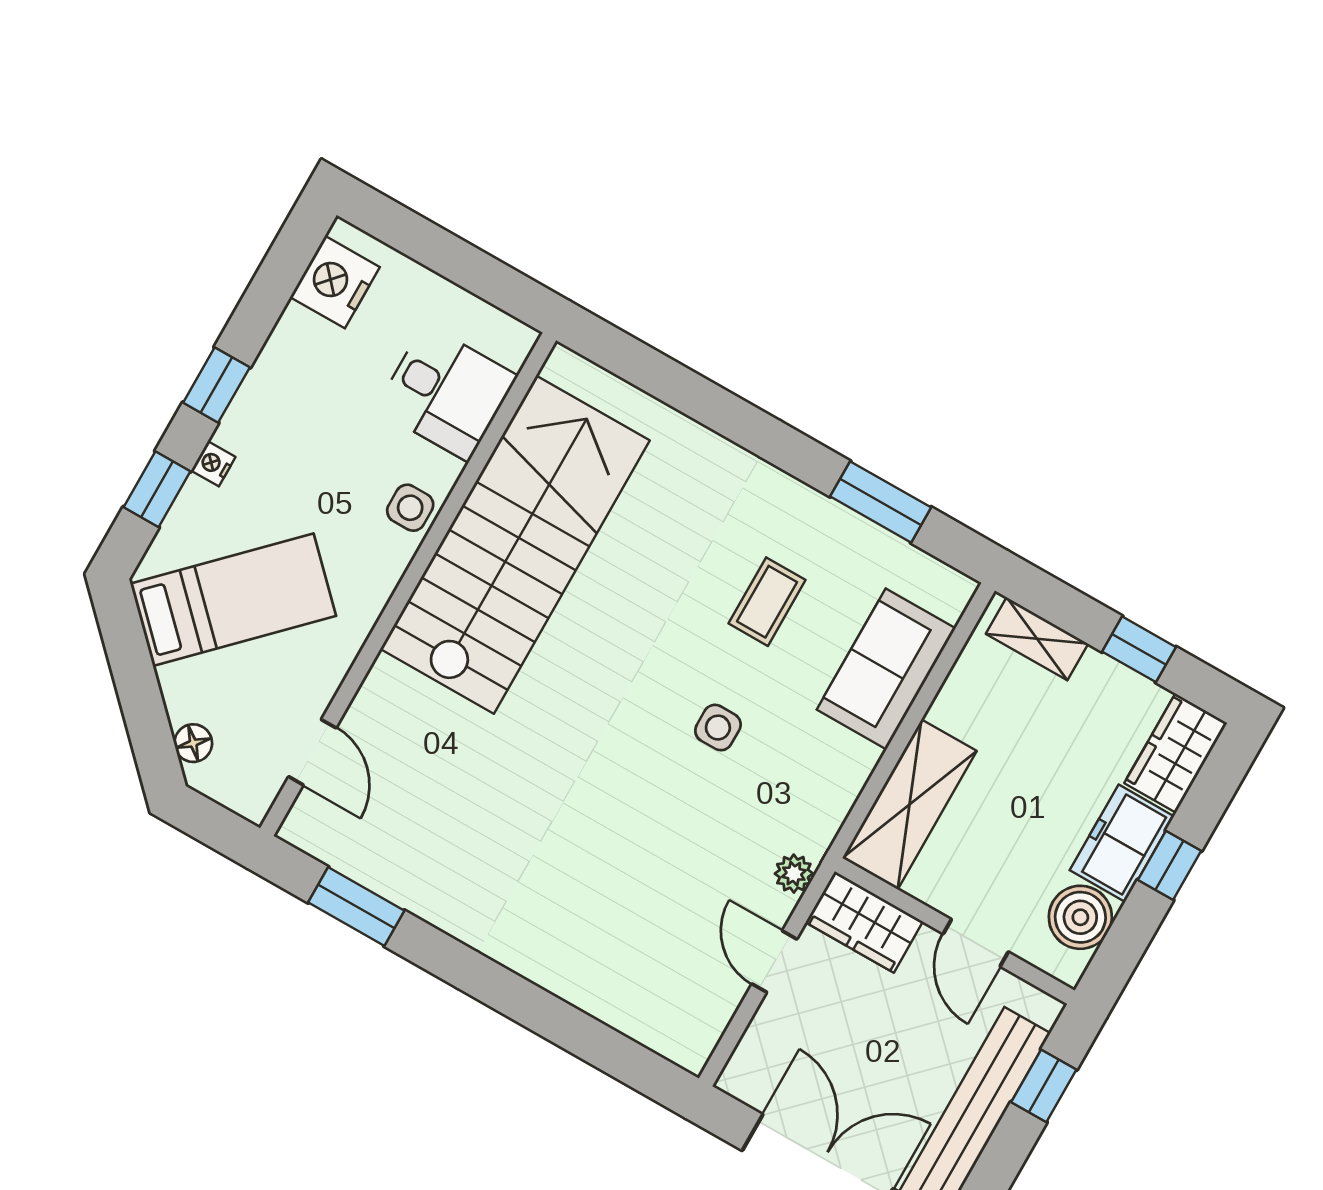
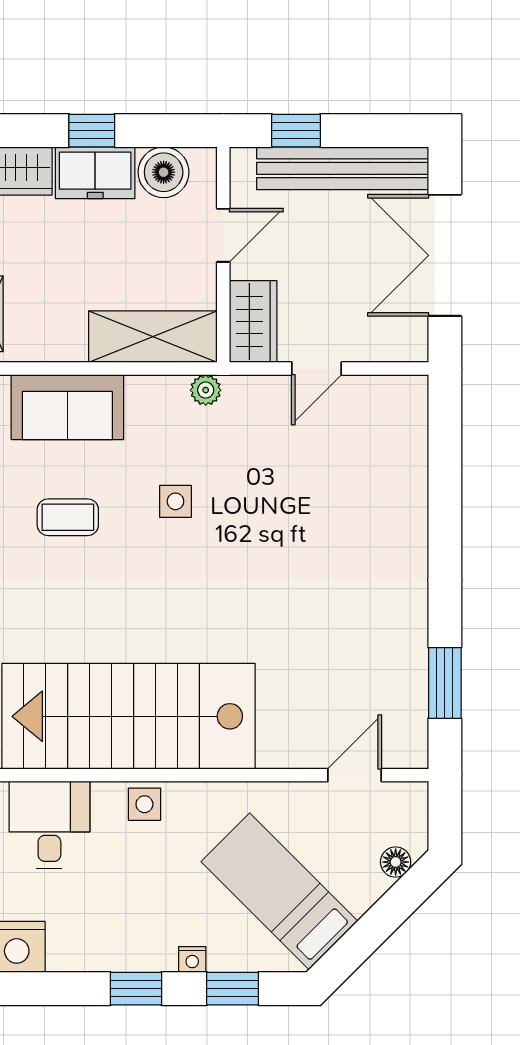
plant: (794, 874) -> (206, 390), moved

